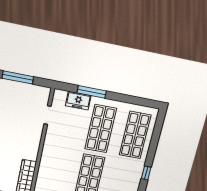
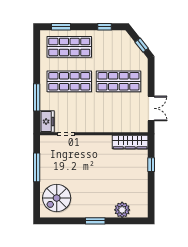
freezer: (78, 101) -> (47, 122), moved
window: (157, 131) -> (61, 27), added

